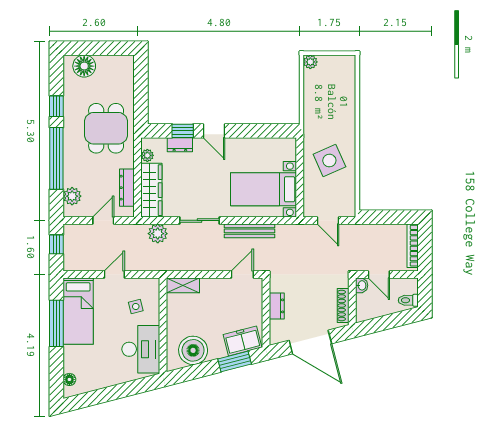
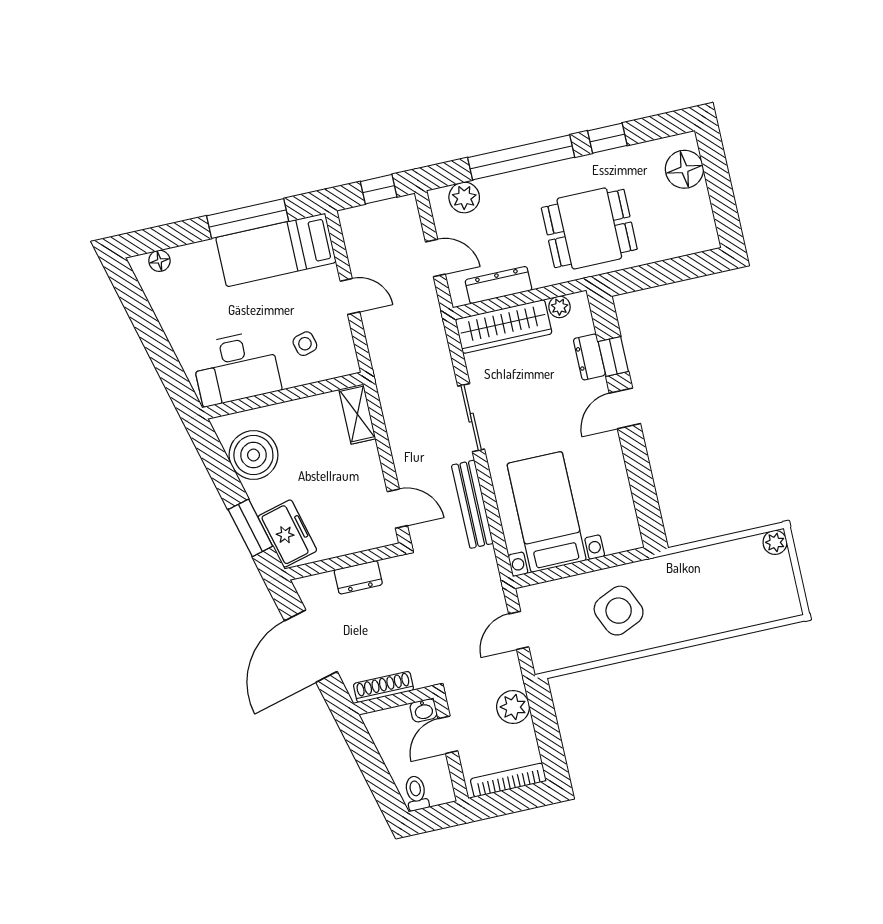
plant: (158, 234) -> (513, 707), moved

